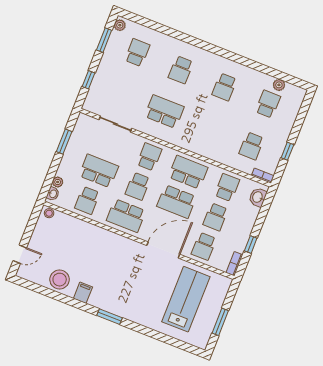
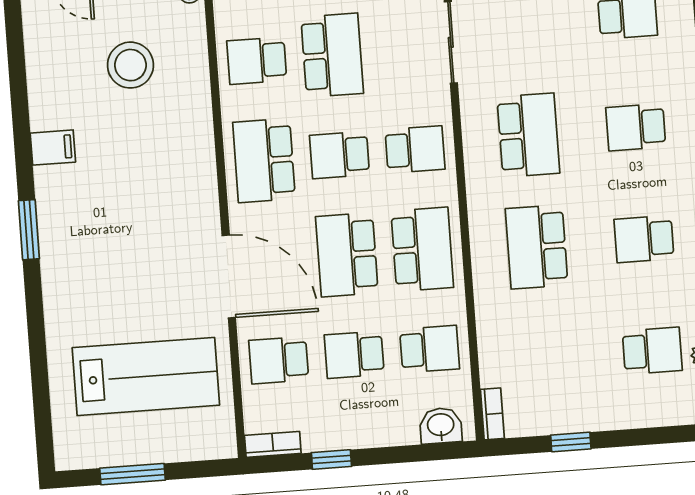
school desk: (251, 146) -> (537, 247), moved, width x1.85
stool: (60, 280) -> (130, 65), moved

